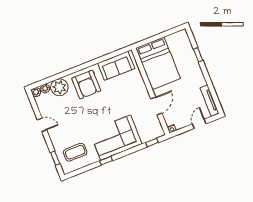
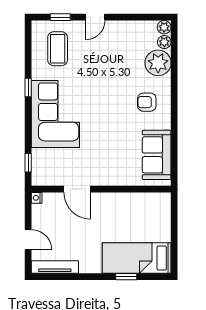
bed: (158, 63) -> (137, 258), moved, width x0.67
armchair: (86, 85) -> (147, 102), width x0.53, depth x0.53
door: (42, 125) -> (95, 17), moved

